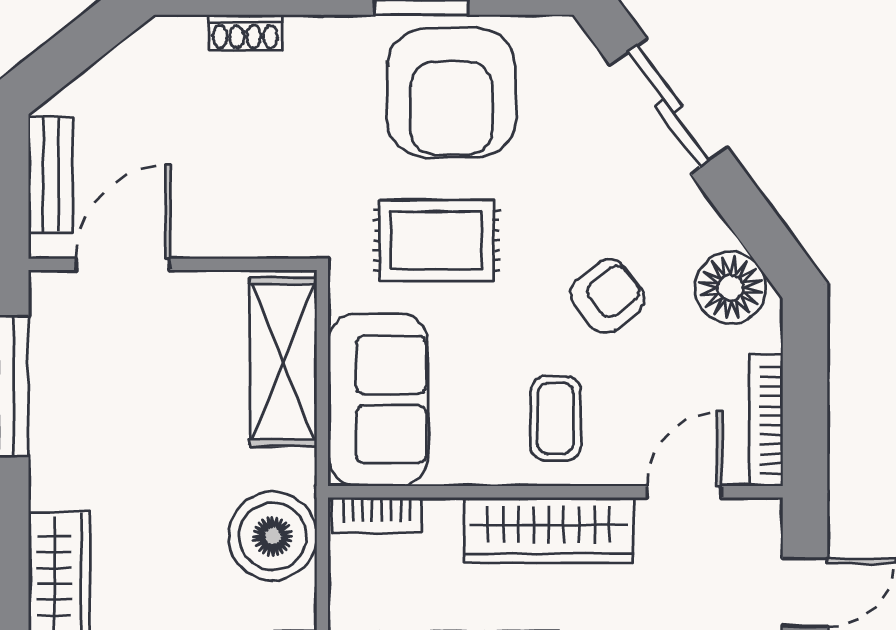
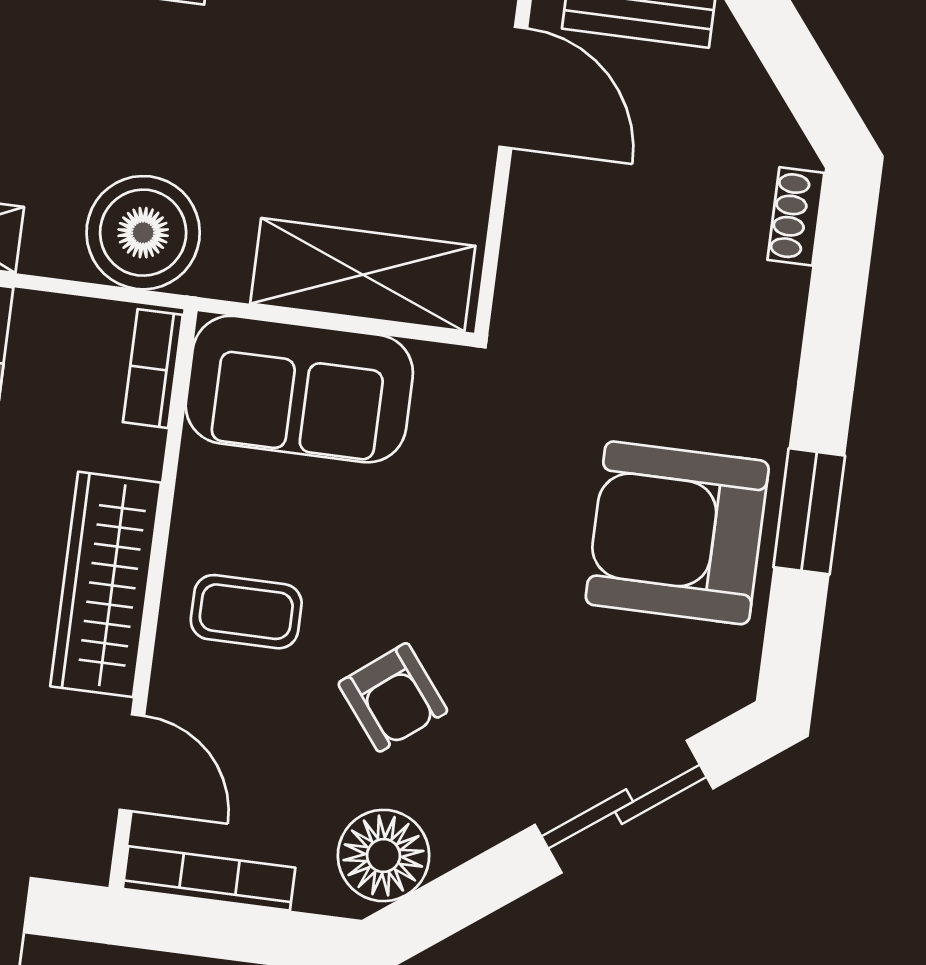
shoe rack: (245, 32) -> (796, 216), moved
rug: (436, 240) -> (492, 490), removed

